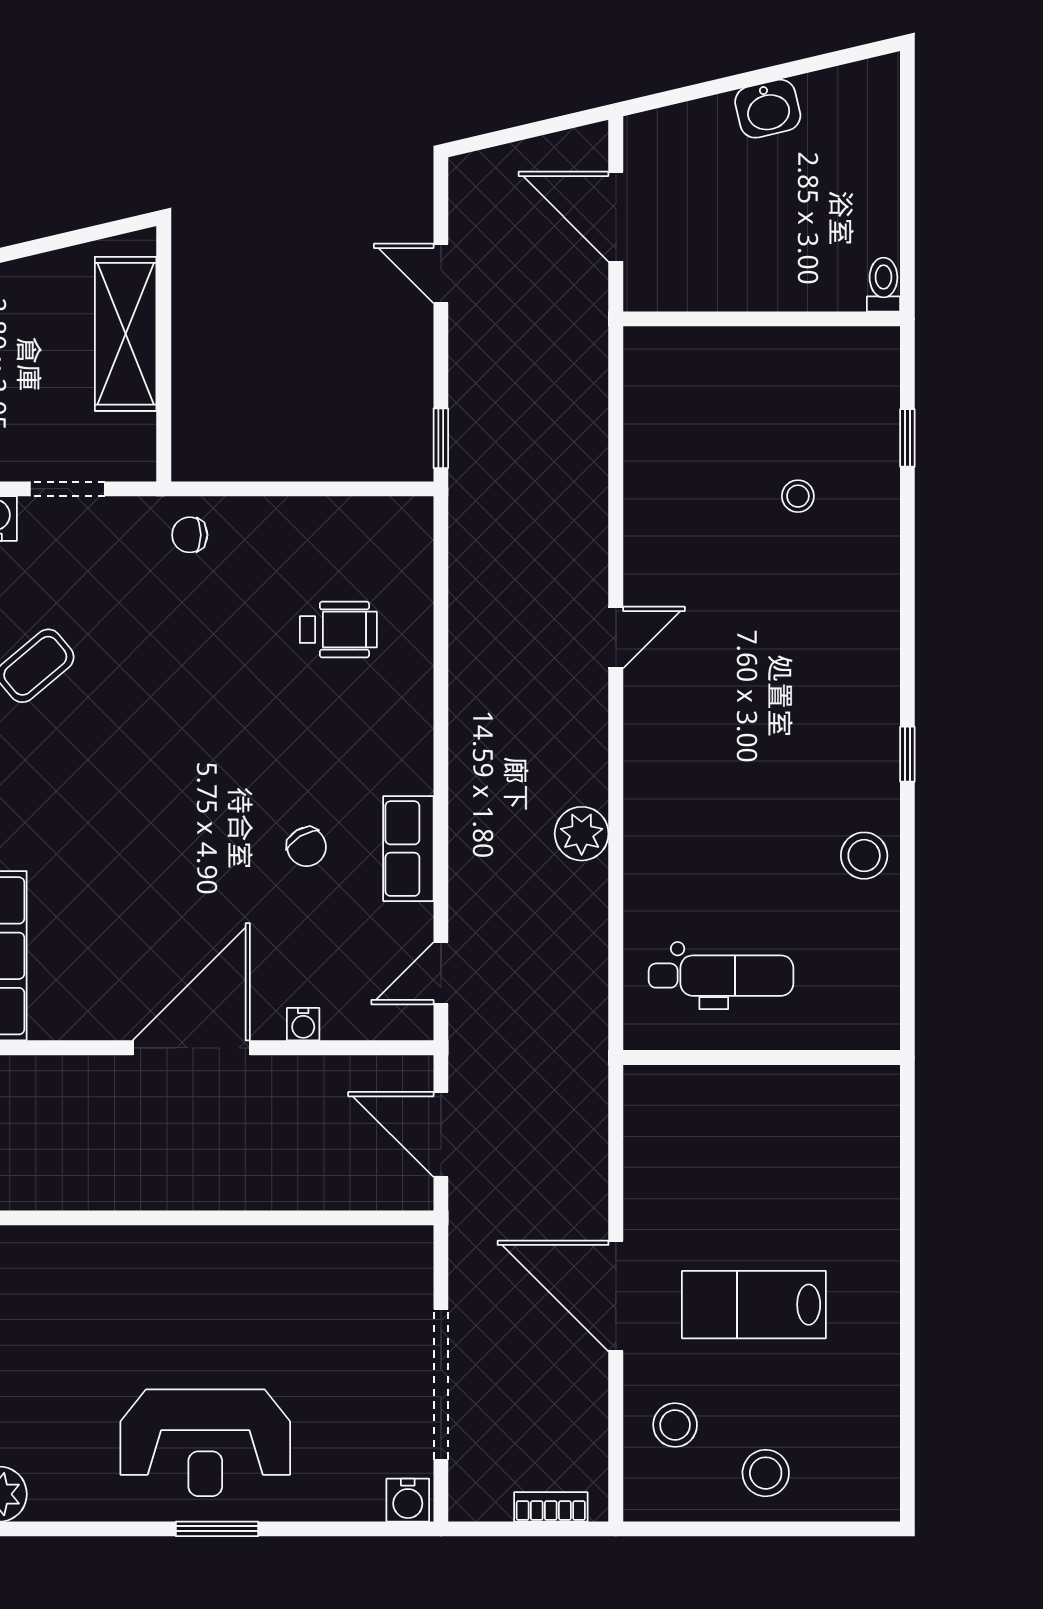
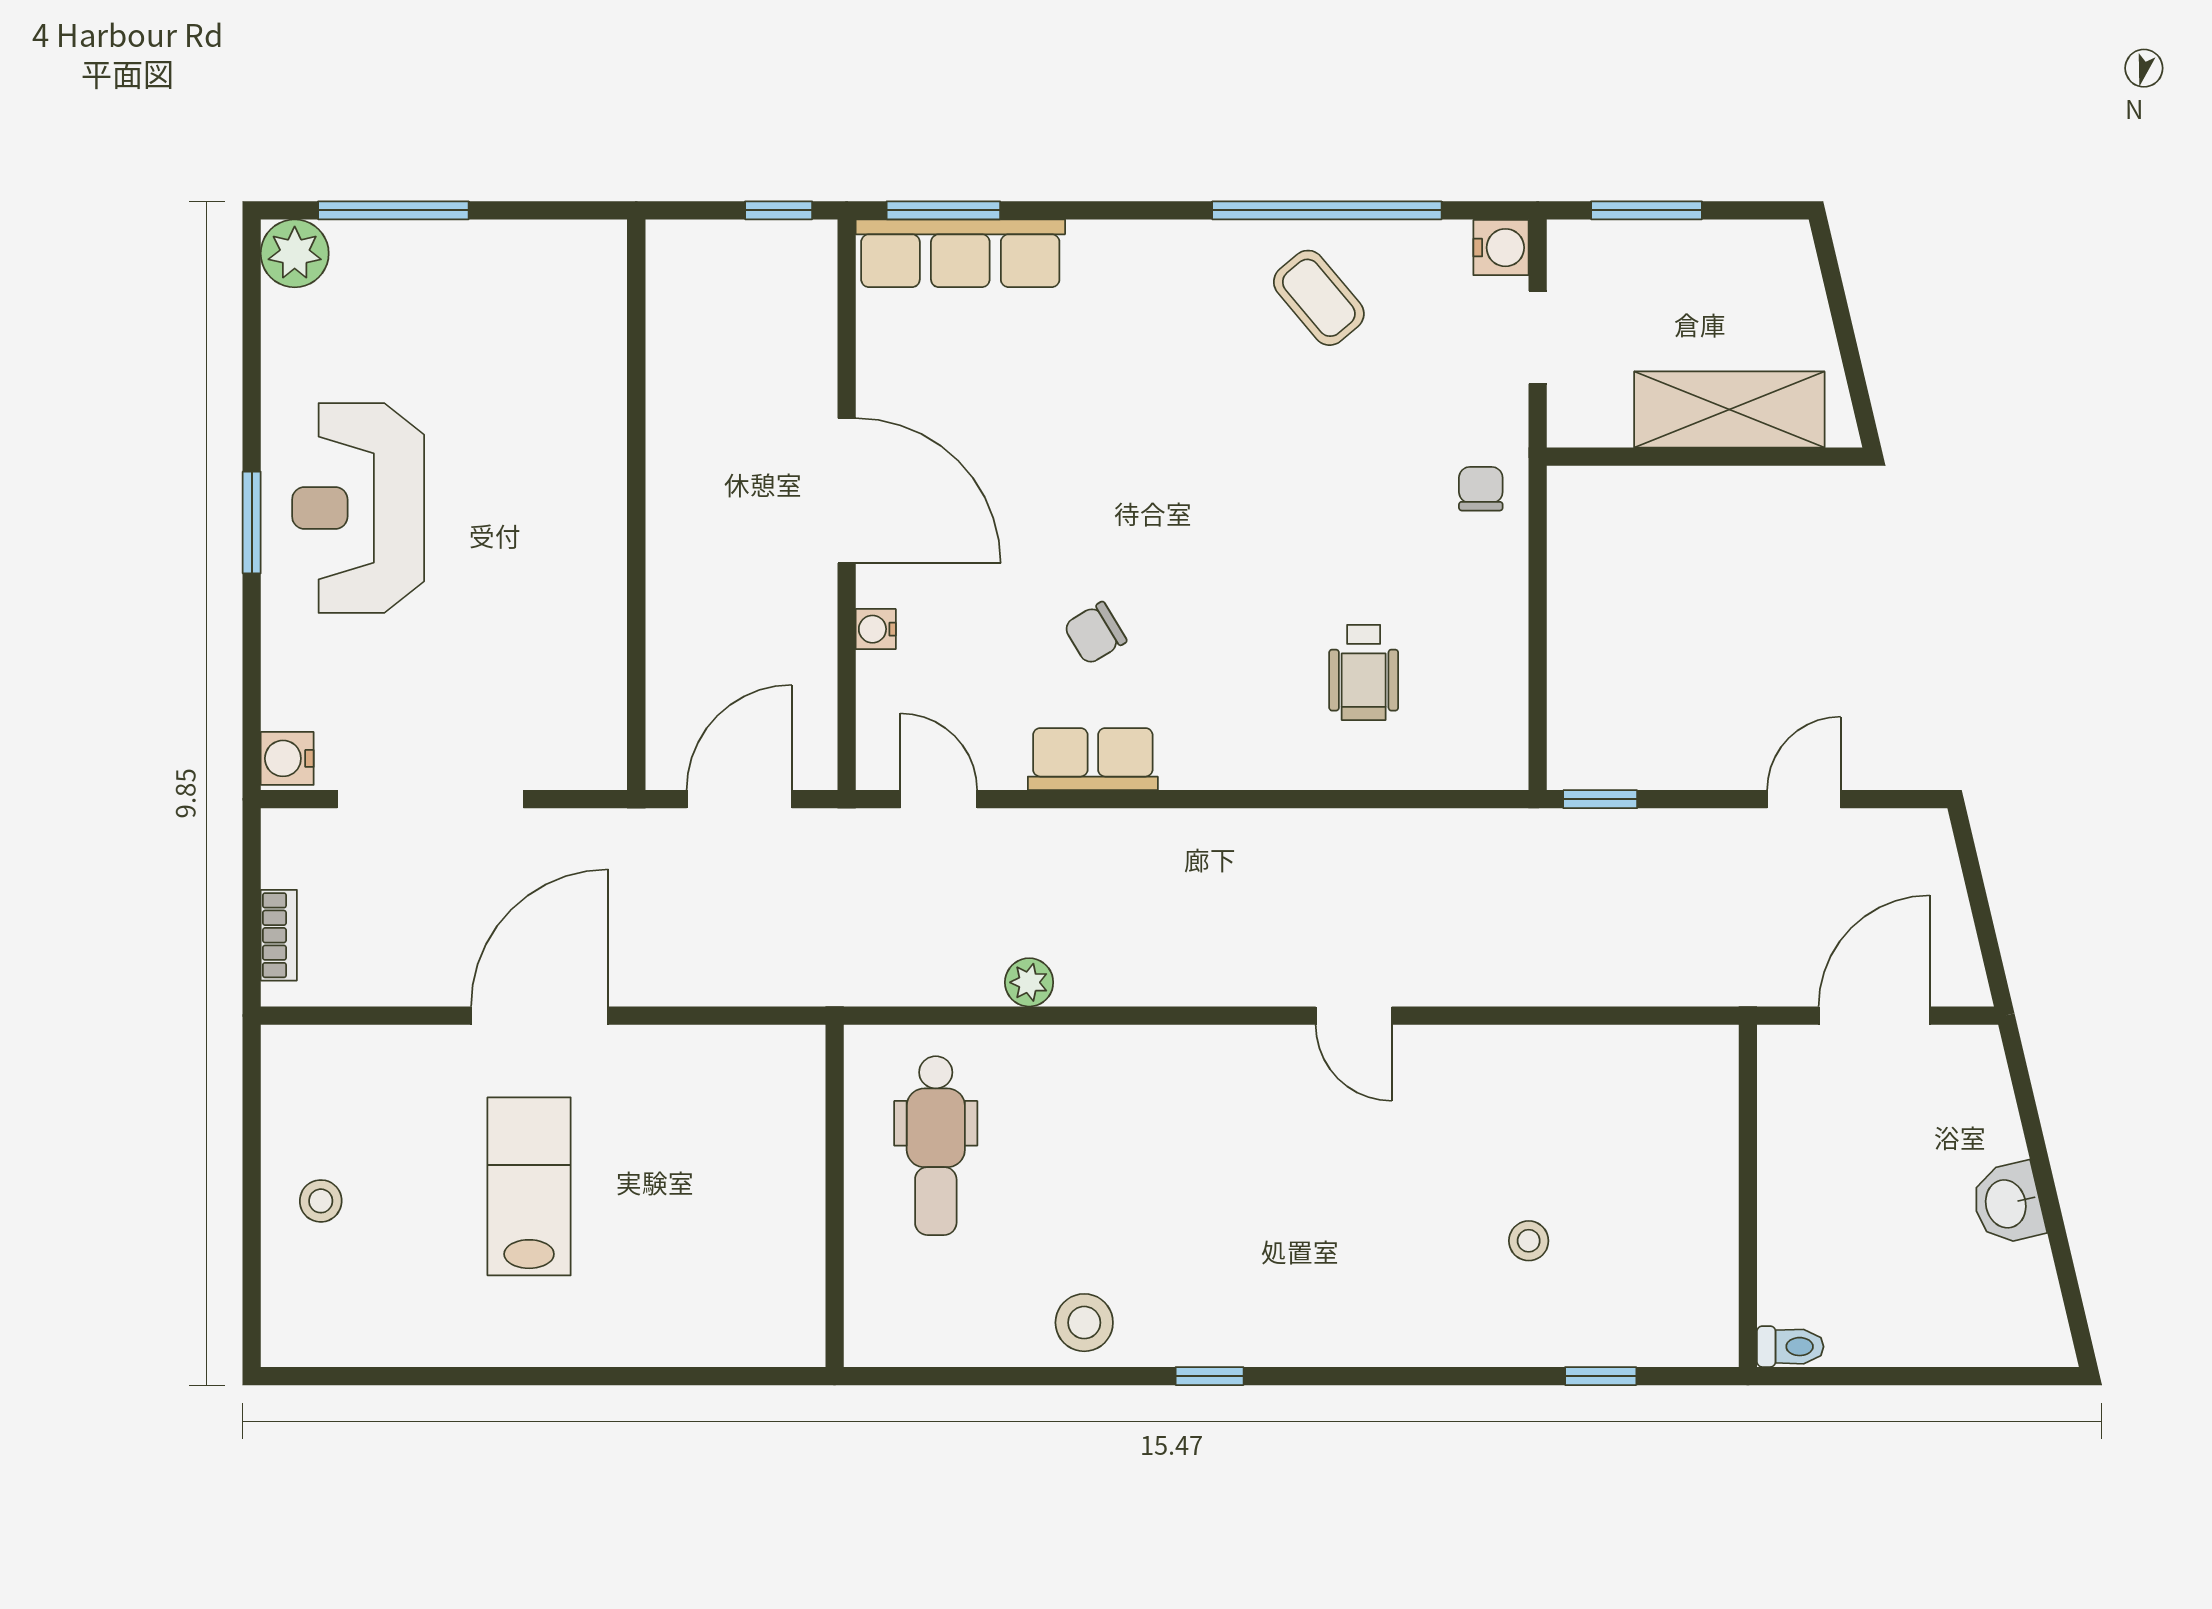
plant: (582, 834) -> (1029, 982), moved, width x0.73, depth x0.73
stool: (675, 1425) -> (380, 1089), removed
stool: (766, 1473) -> (321, 1201), width x0.73, depth x0.73

